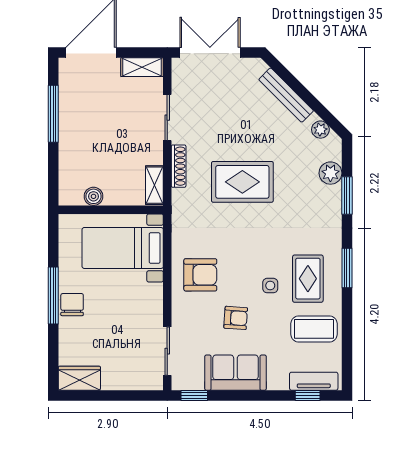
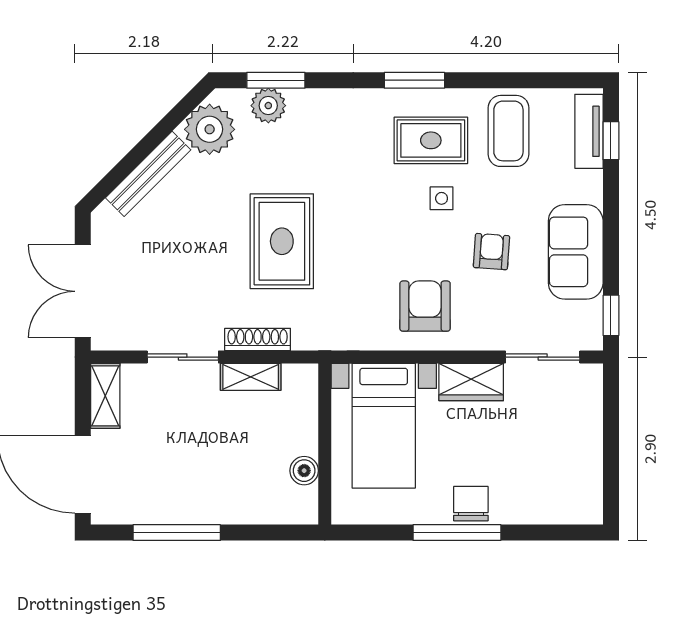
plant: (320, 130) -> (210, 129), width x1.88, depth x1.88
shelving: (154, 185) -> (251, 377), moved
window: (347, 196) -> (276, 80), moved
chair: (72, 305) -> (471, 504), turned 90
wardrobe: (79, 378) -> (471, 382), moved, turned -90

